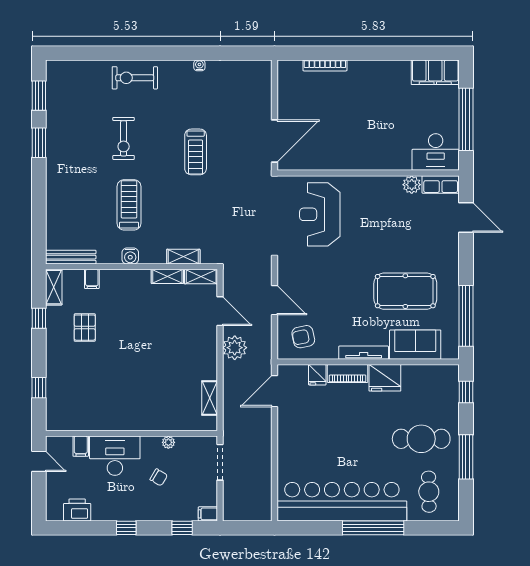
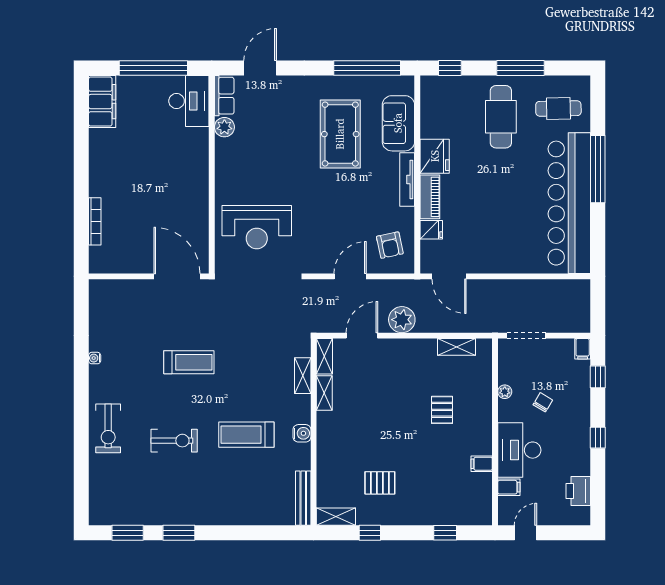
filing cabinet: (92, 279) -> (482, 464), moved, turned 180
pallet: (152, 385) -> (442, 410), added

